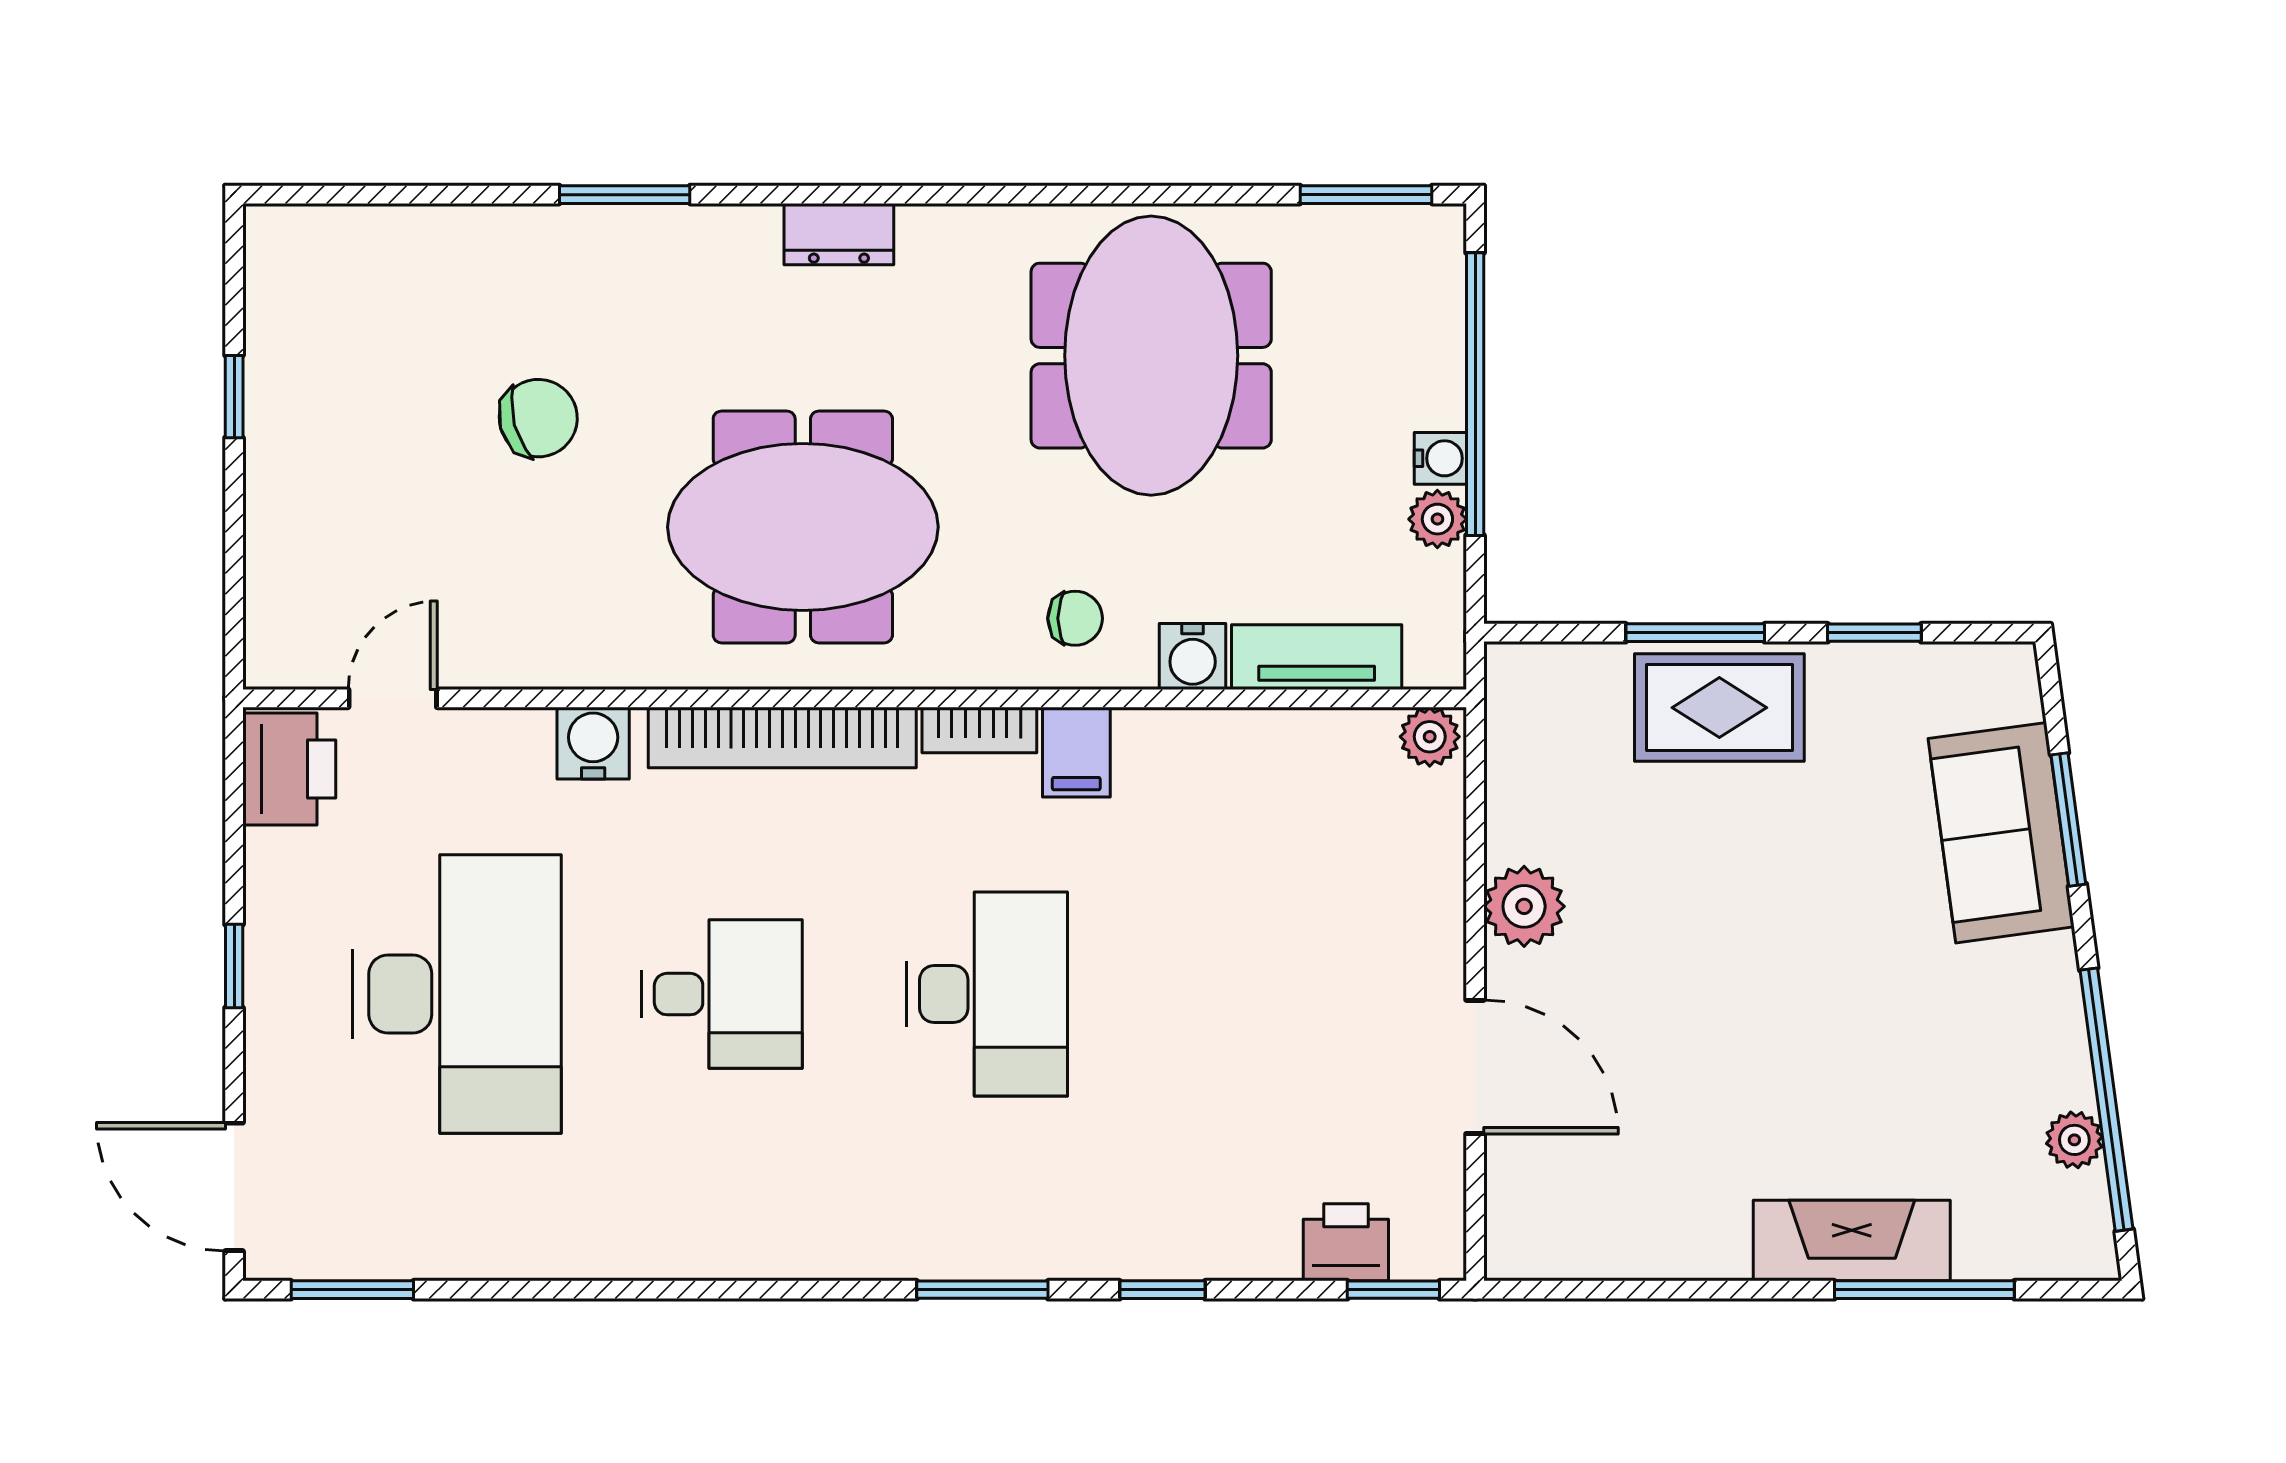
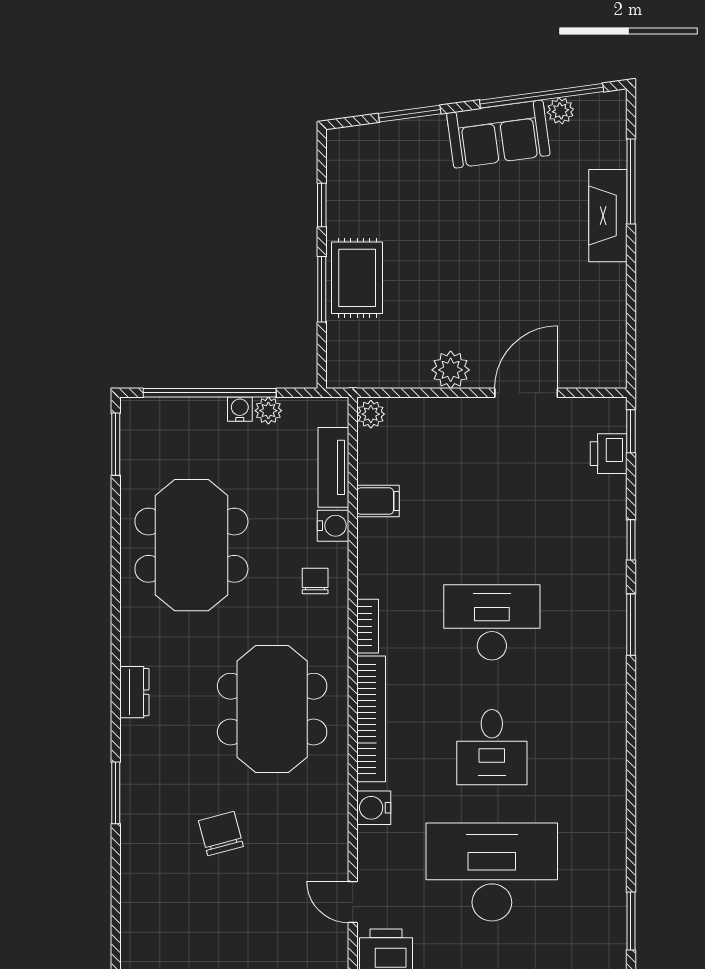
meeting table: (1151, 356) -> (191, 545), turned 90
filing cabinet: (1076, 752) -> (378, 501), moved
sofa: (2001, 833) -> (498, 134), moved
desk: (722, 994) -> (492, 747), turned 180

